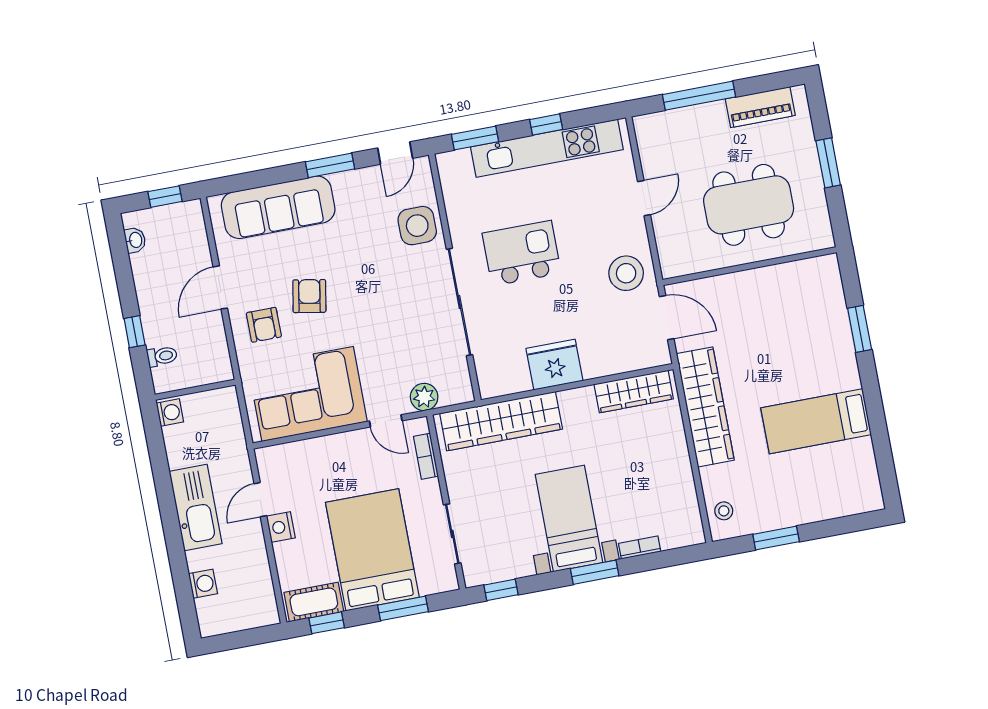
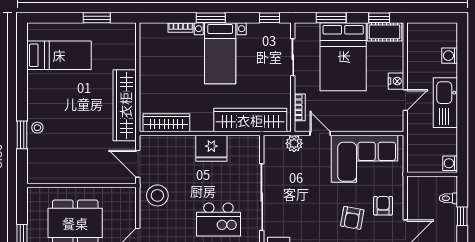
bed: (816, 421) -> (59, 55), moved
stool: (724, 511) -> (37, 128), moved

